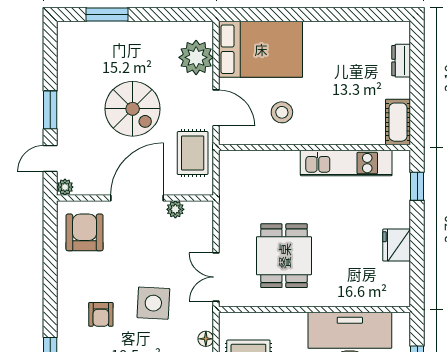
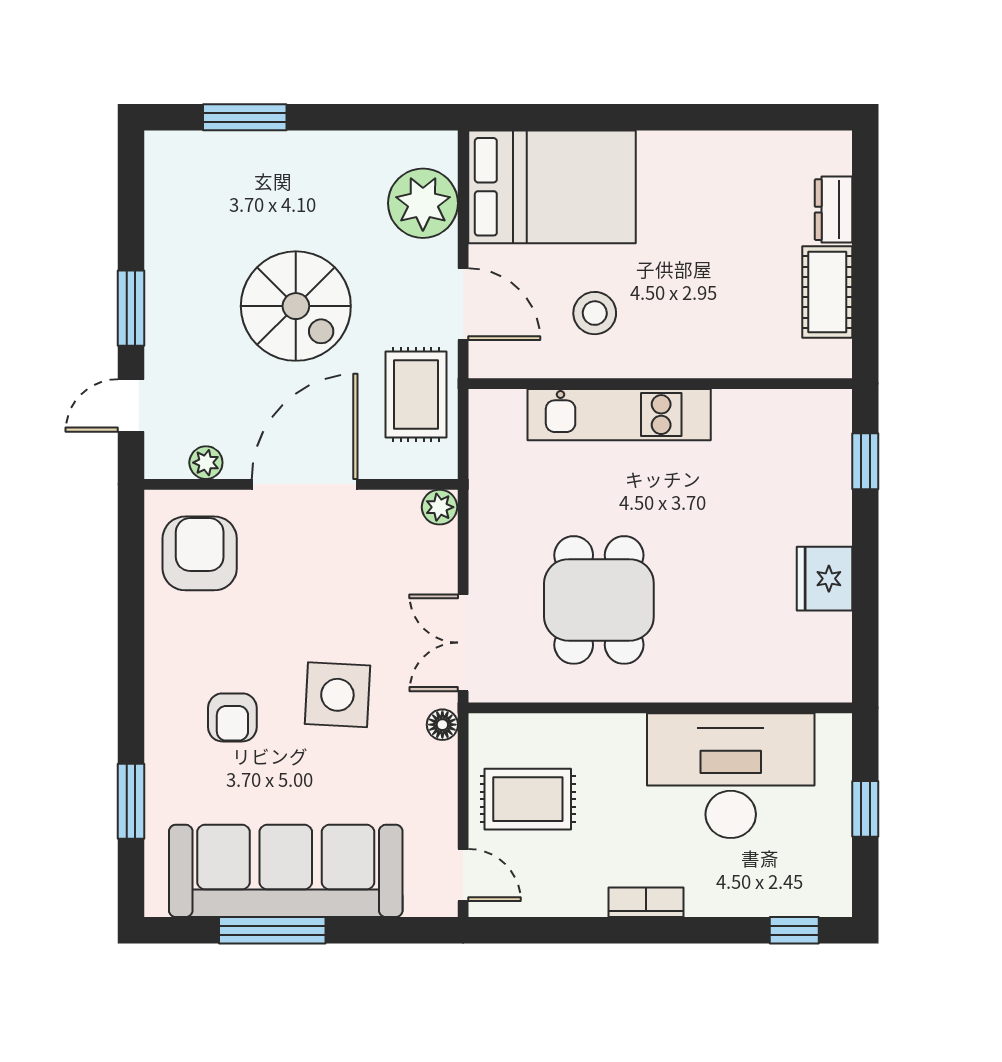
cot: (398, 122) -> (827, 292), moved
kitchen unit: (346, 163) -> (619, 415), moved
plant: (65, 187) -> (206, 463), moved
plant: (175, 209) -> (440, 507), moved
floor lamp: (206, 339) -> (442, 725), moved

